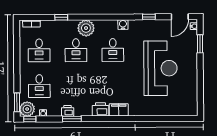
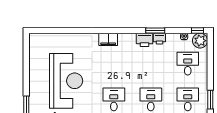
reception desk: (161, 68) -> (66, 81), turned 180
window: (17, 102) -> (210, 100), moved
printer: (100, 109) -> (145, 40), moved

